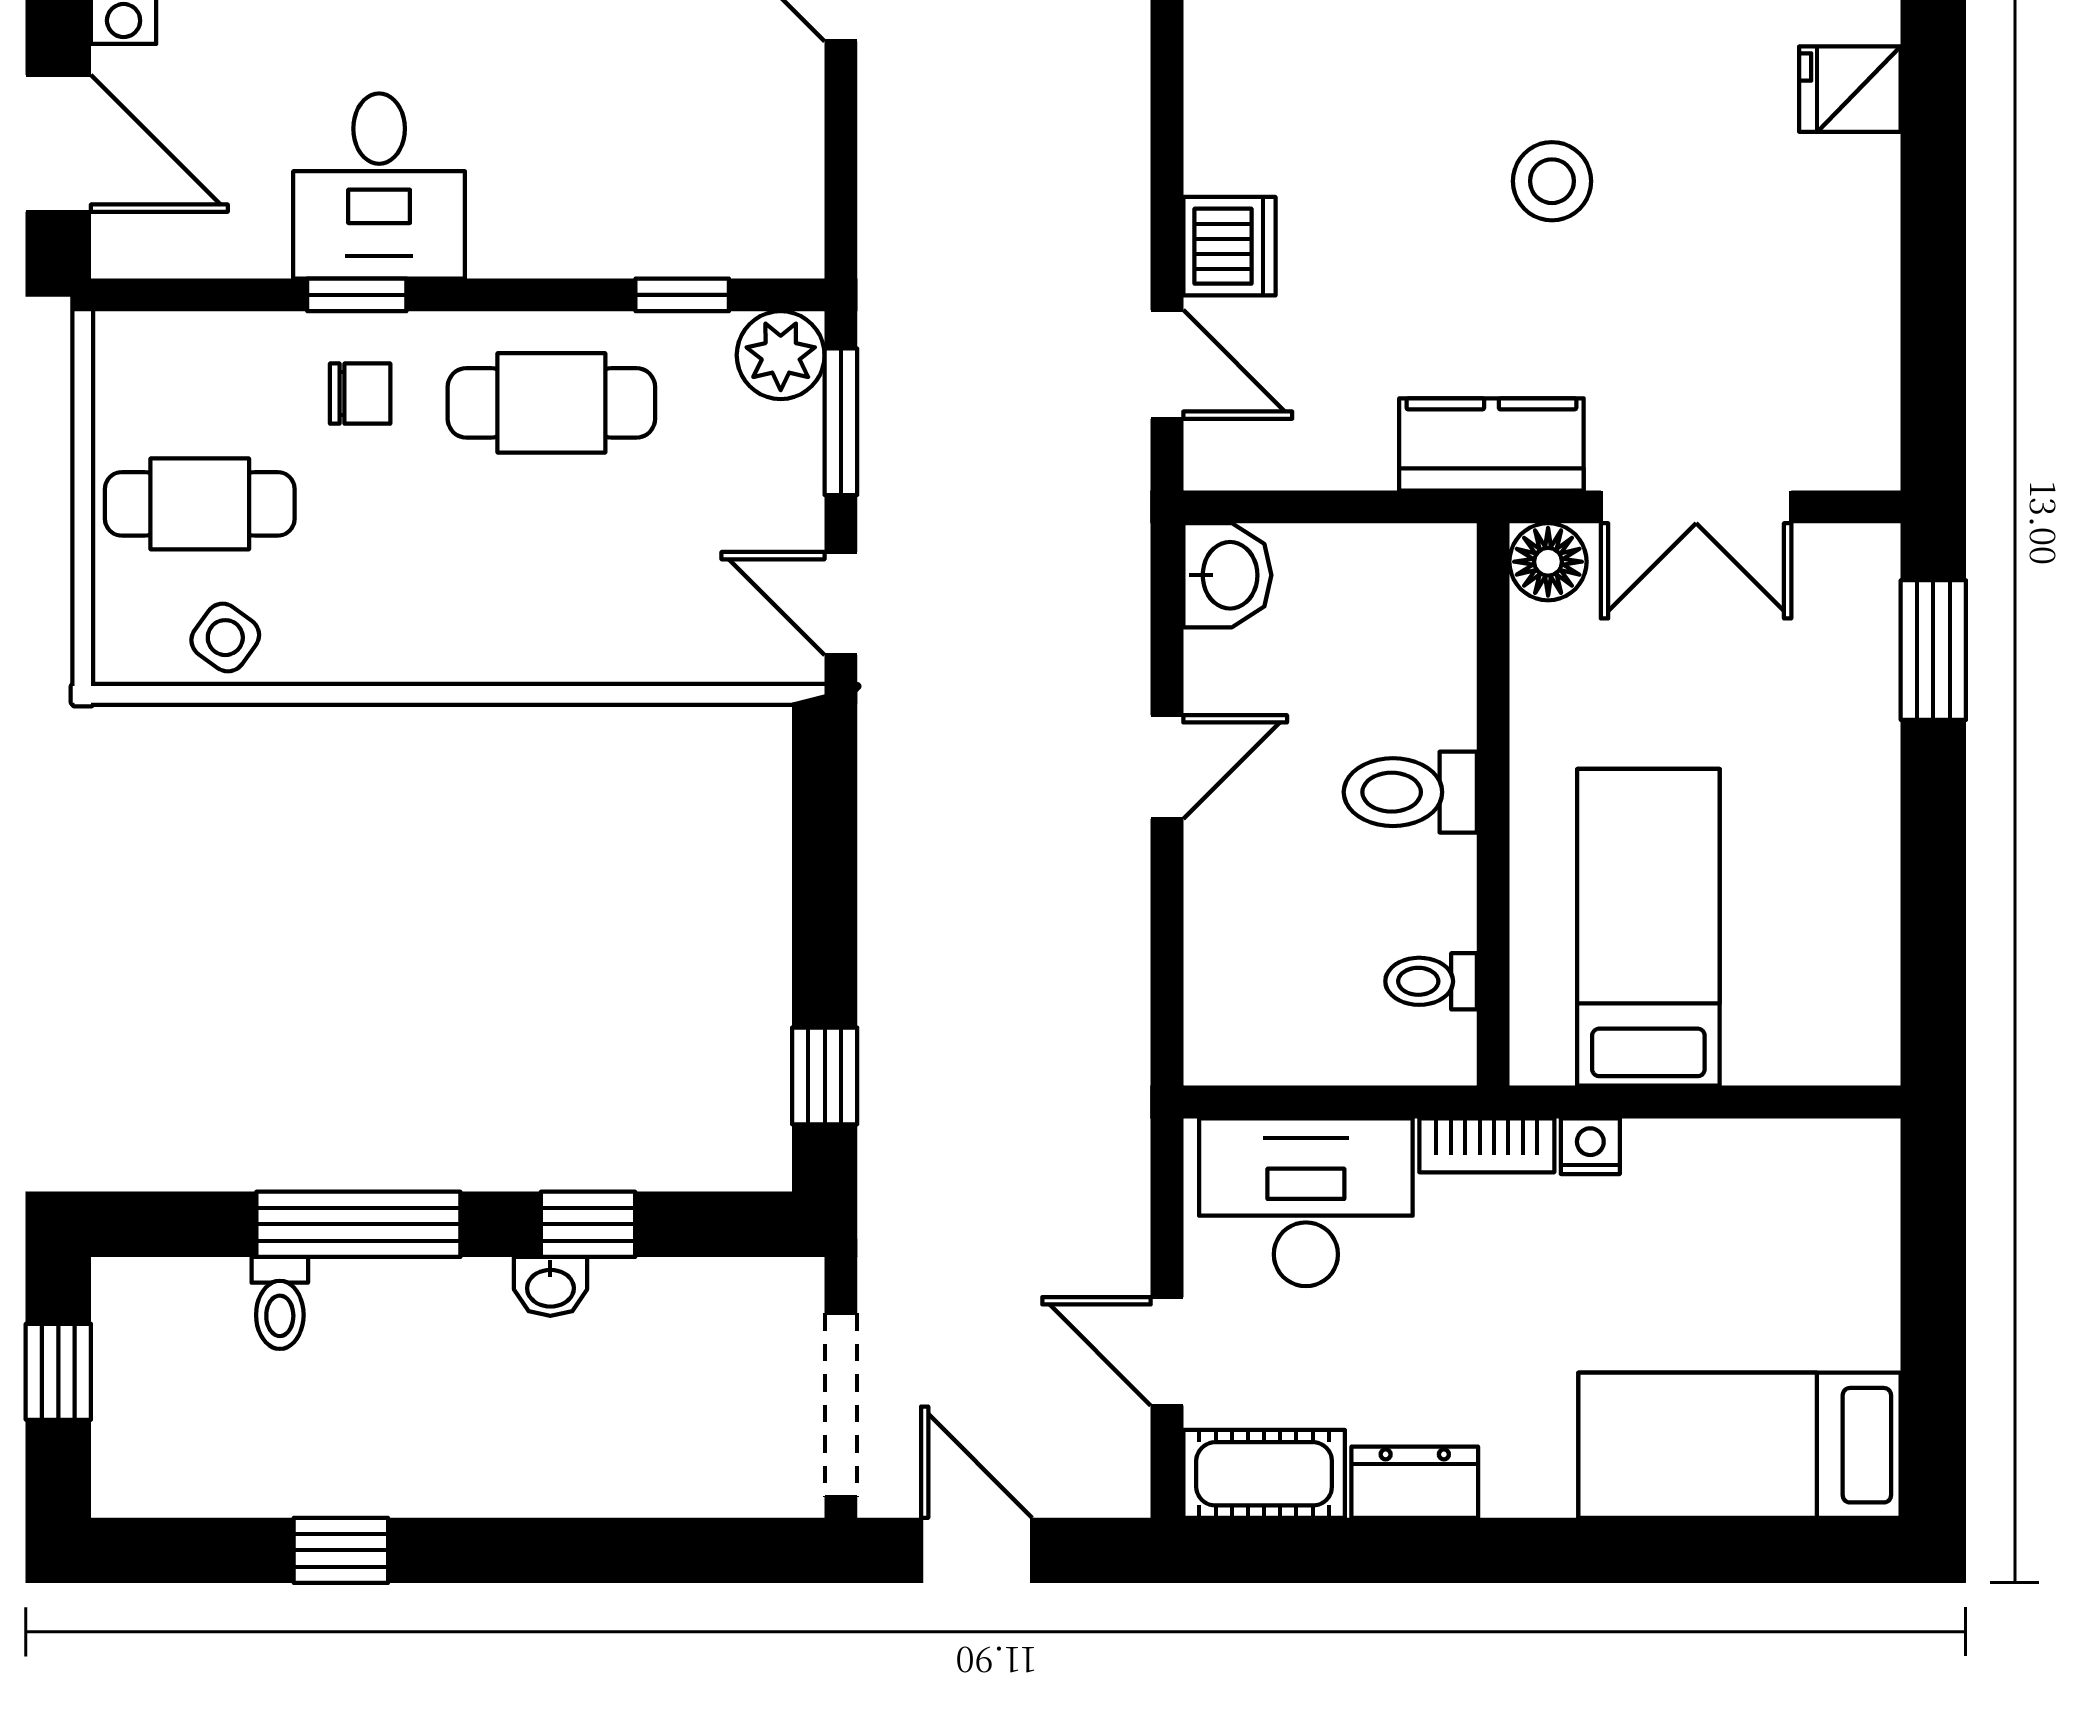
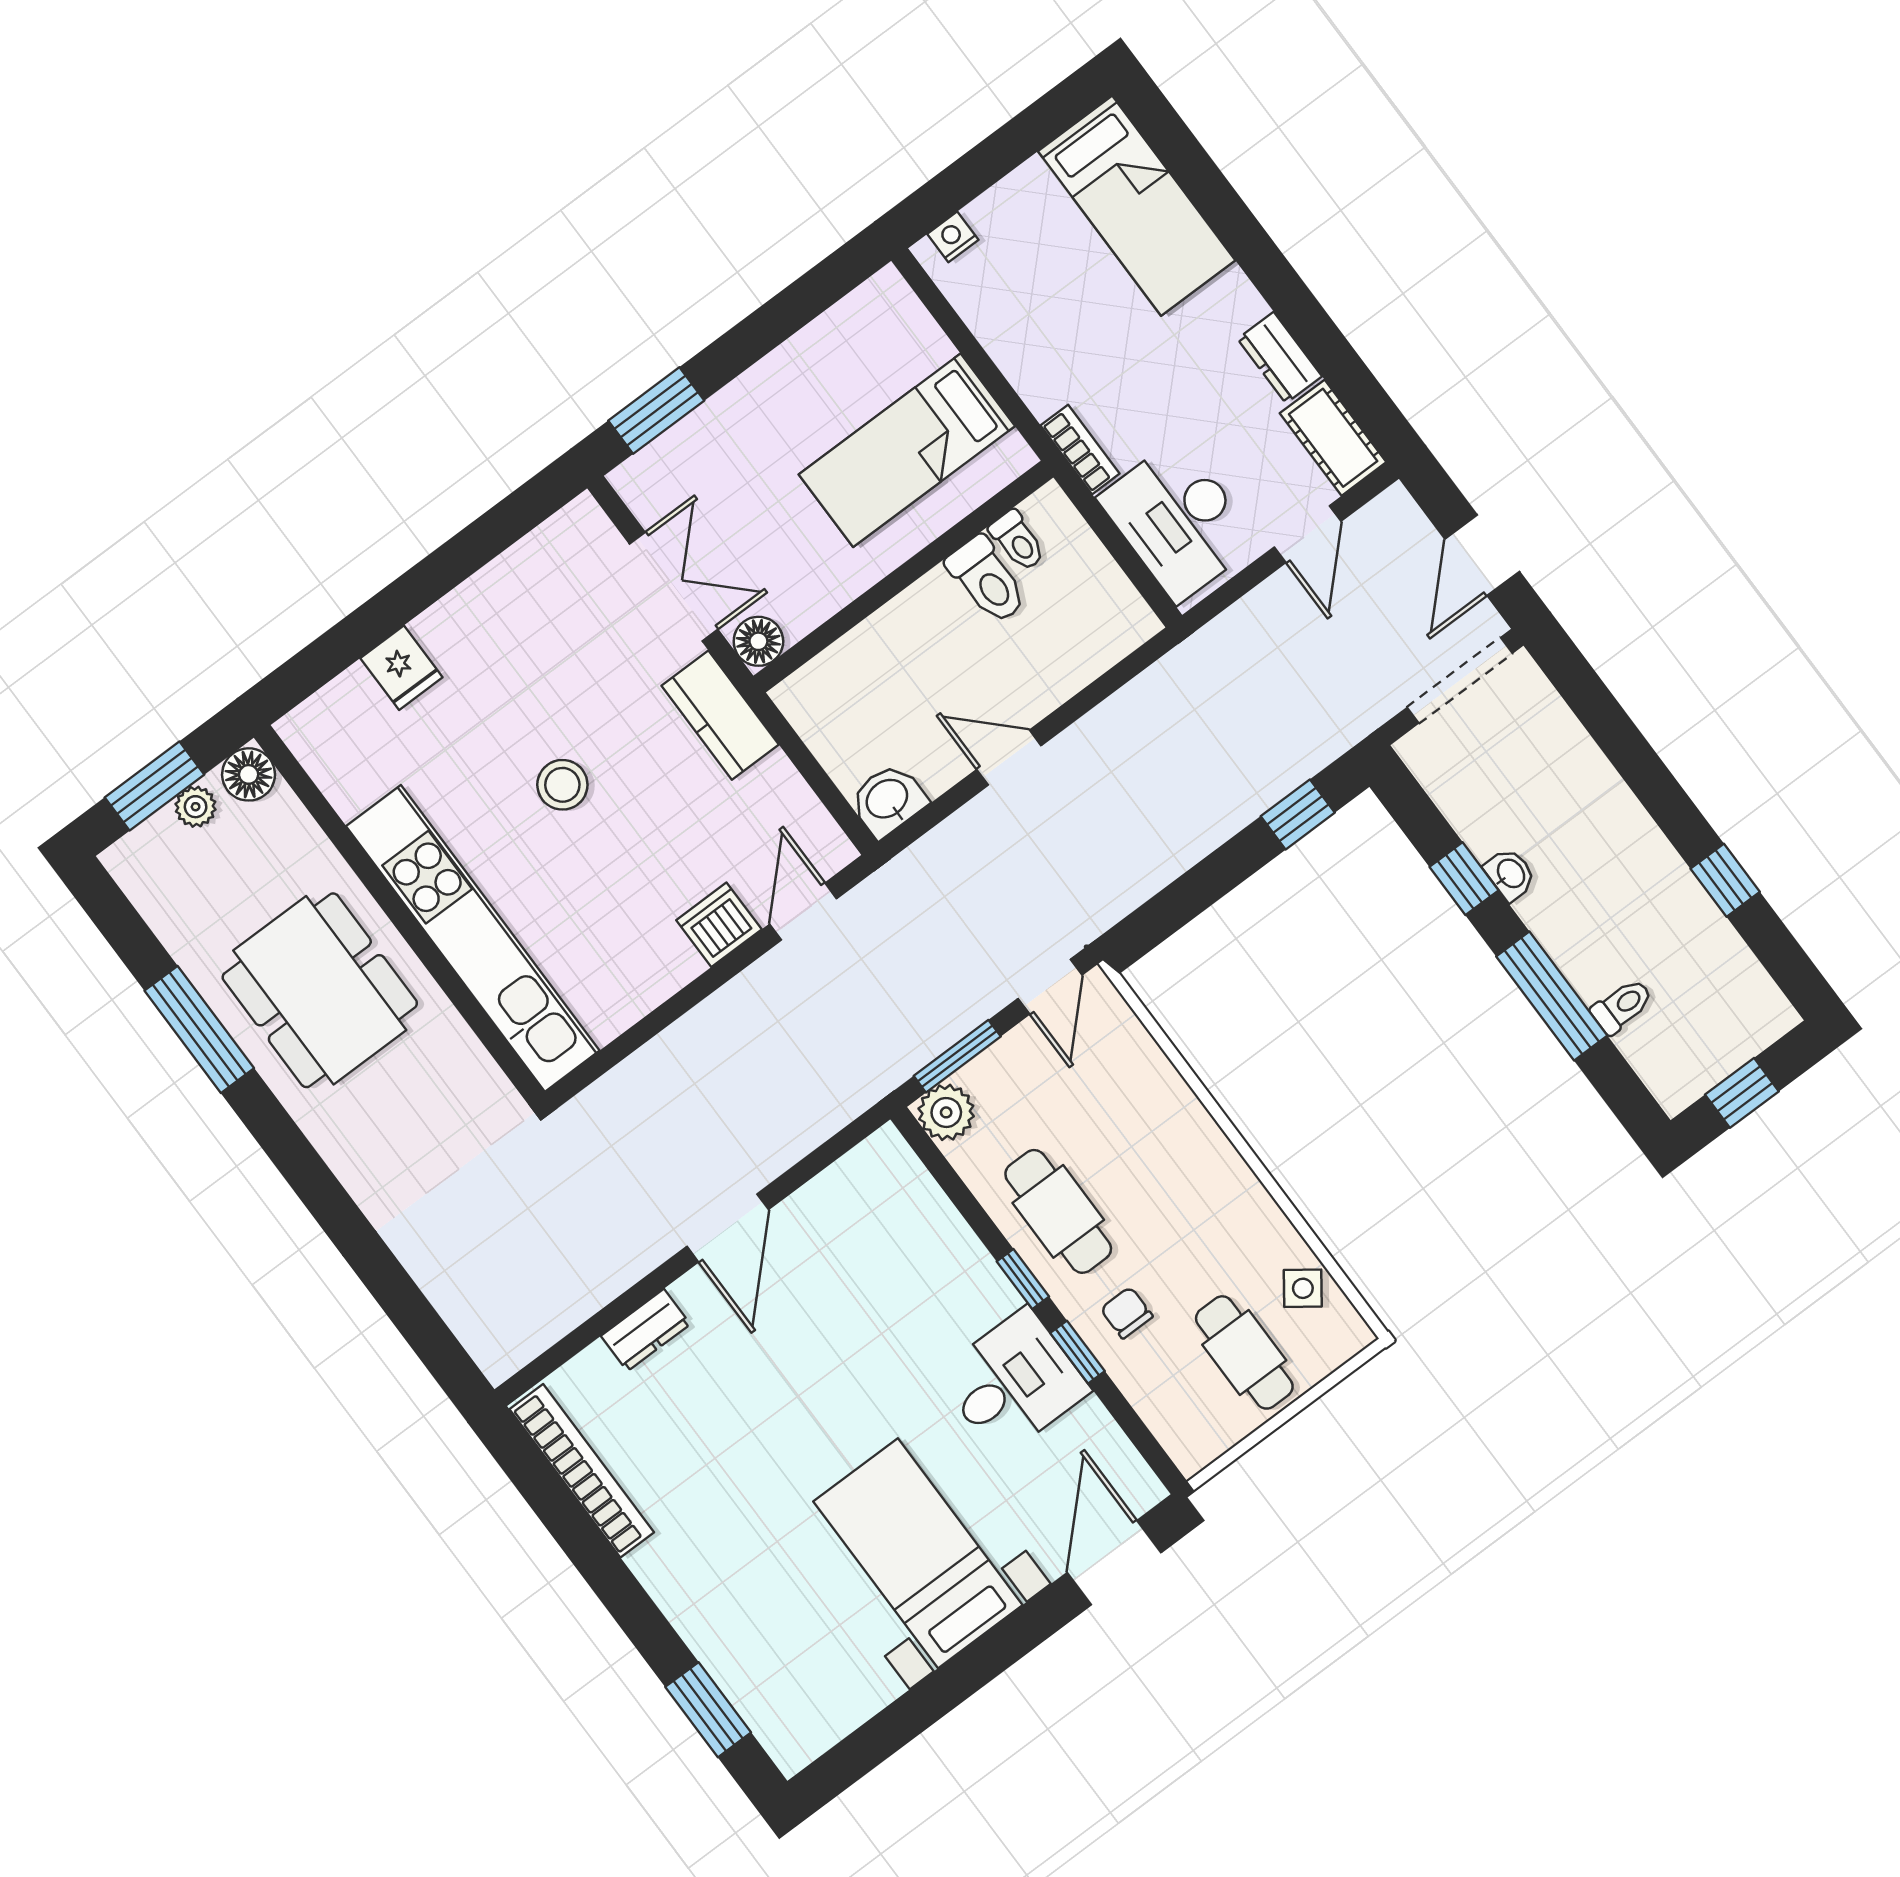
window: (682, 295) -> (1023, 1279), moved
toilet: (1410, 792) -> (987, 580), moved
nightstand: (1590, 1146) -> (953, 237), moved, turned 90

